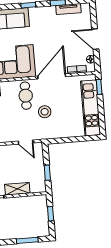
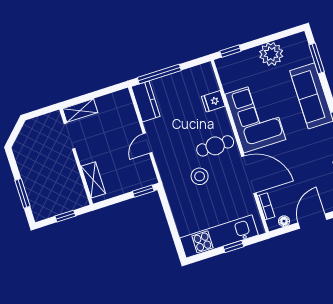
window: (99, 87) -> (233, 247), moved
door: (26, 142) -> (148, 143), moved
window: (47, 173) -> (143, 191), moved
shelving: (17, 189) -> (93, 180), moved

